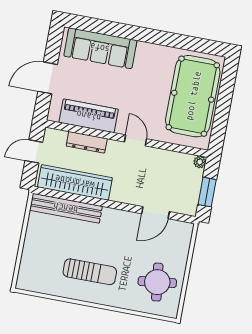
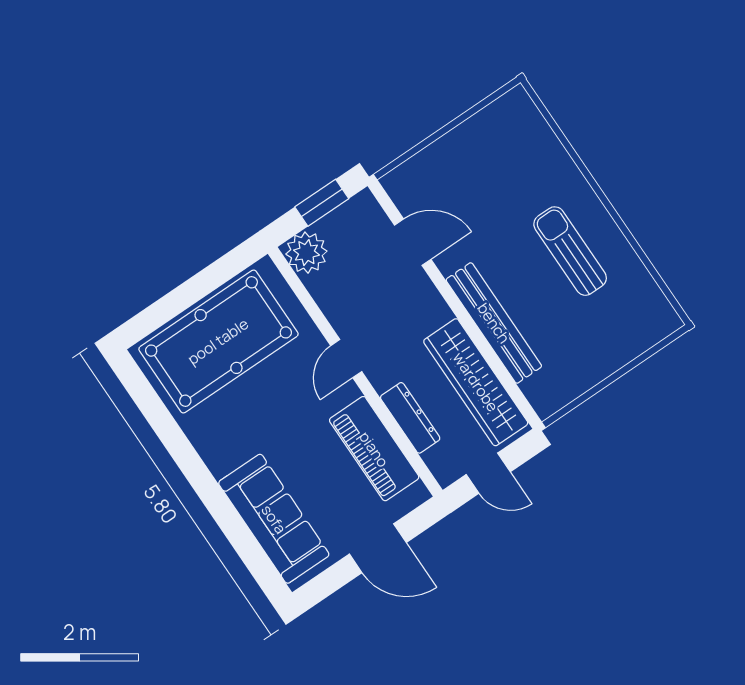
plant: (200, 162) -> (306, 253), width x1.87, depth x1.87
bench: (66, 208) -> (494, 323), moved
round table: (157, 282) -> (498, 153), removed

